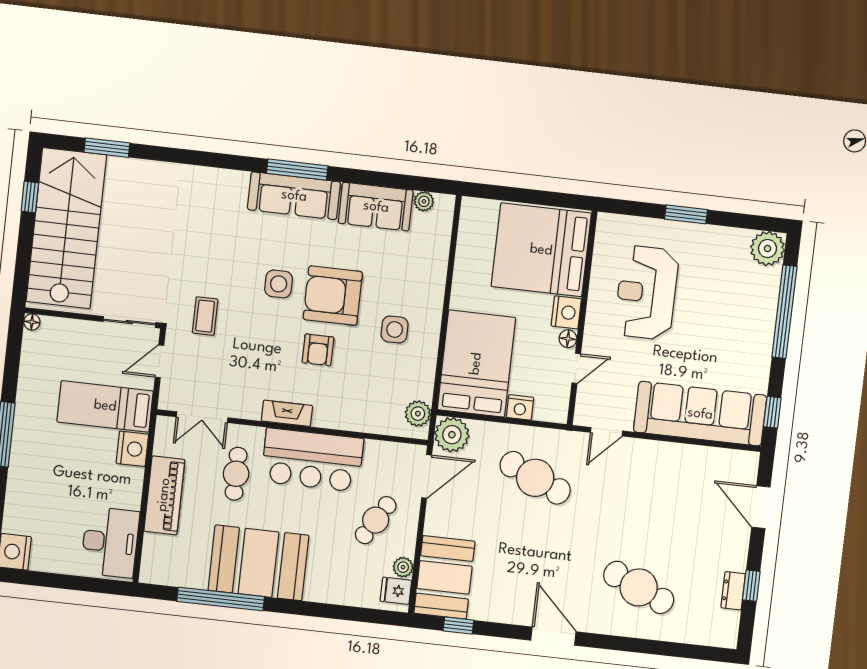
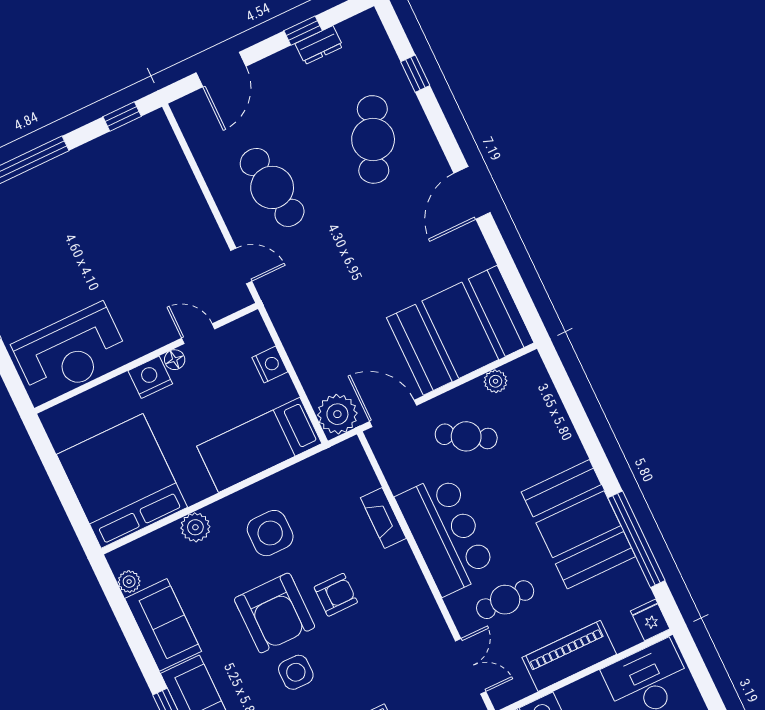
bed: (541, 250) -> (122, 481), moved, turned 180
reception desk: (646, 293) -> (71, 352), moved
side table: (395, 329) -> (270, 533), width x1.37, depth x1.37
bed: (476, 364) -> (259, 445), width x0.67
fireplace: (287, 413) -> (383, 518), moved
plant: (418, 414) -> (195, 527), moved
sofa: (700, 414) -> (167, 186), removed
cafe table: (535, 478) -> (272, 187), moved, turned -33
booth: (444, 577) -> (460, 330), width x1.36, depth x1.42
fridge: (396, 591) -> (650, 620), moved, turned 180
window: (458, 625) -> (415, 74), moved

